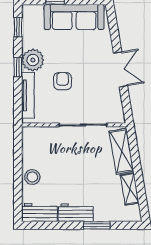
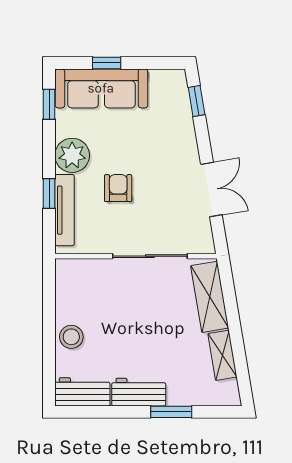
sofa: (74, 17) -> (101, 88), moved
window: (113, 25) -> (197, 101), added
window: (18, 67) -> (49, 193), moved
double door: (120, 69) -> (211, 190), moved

